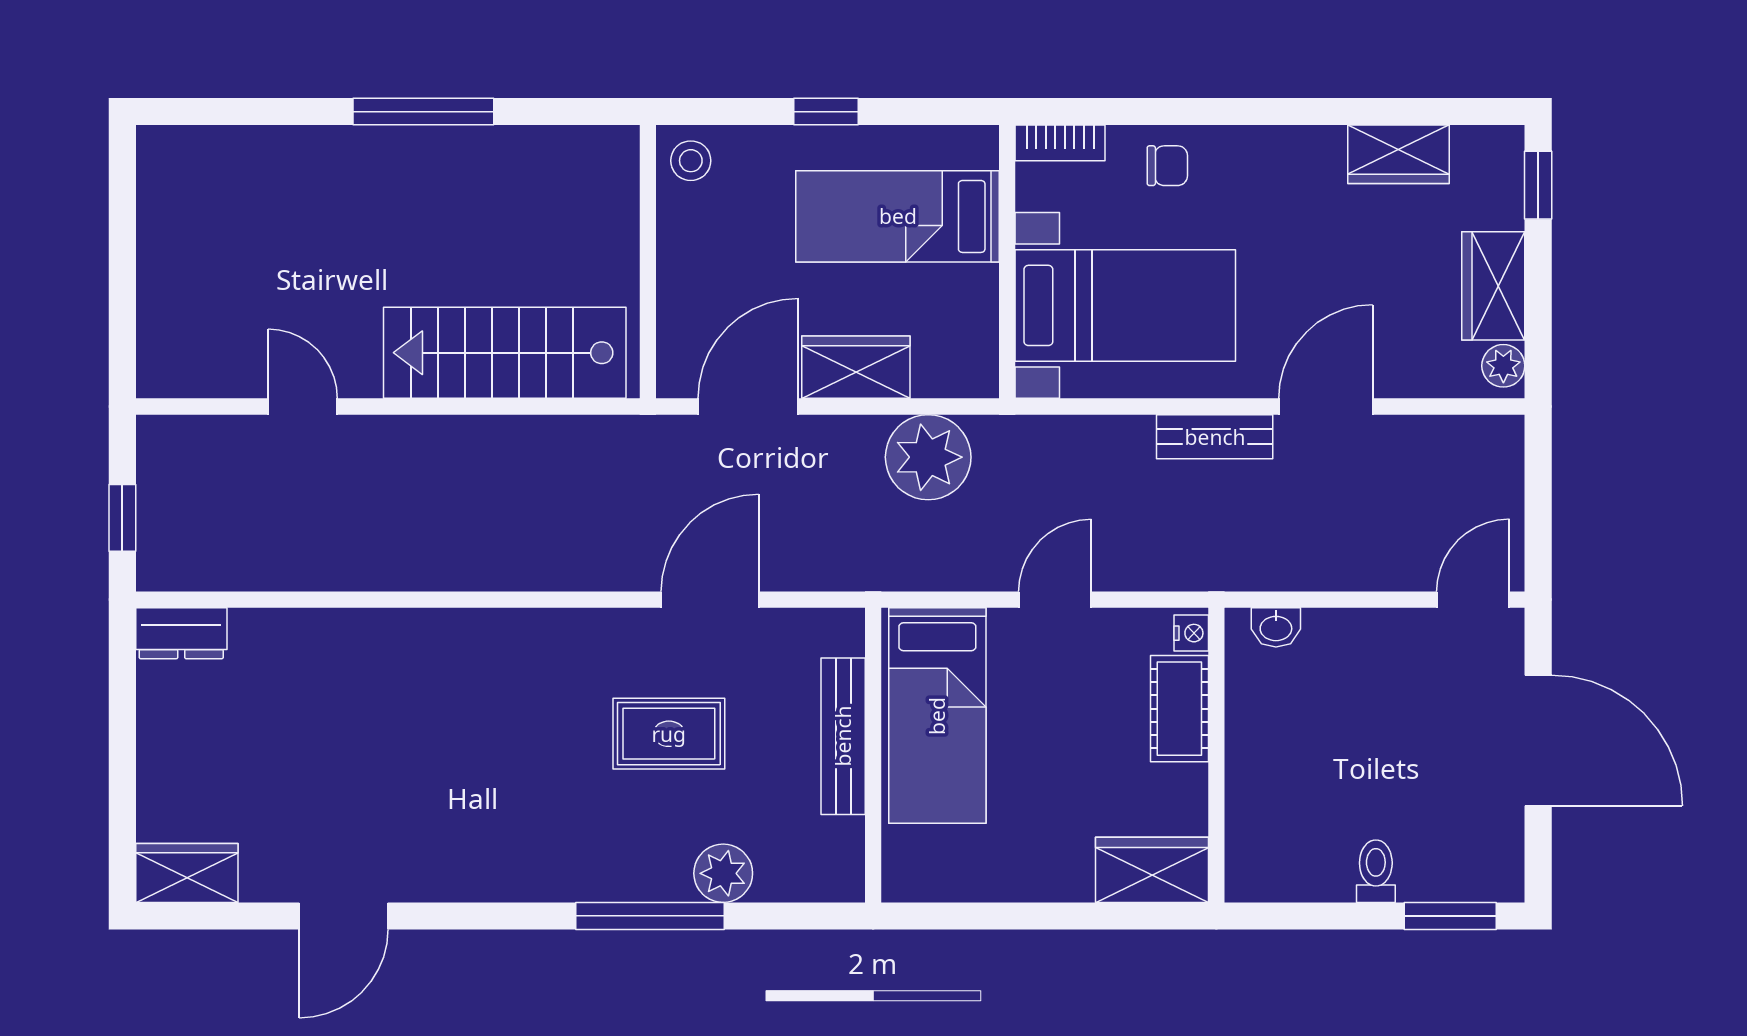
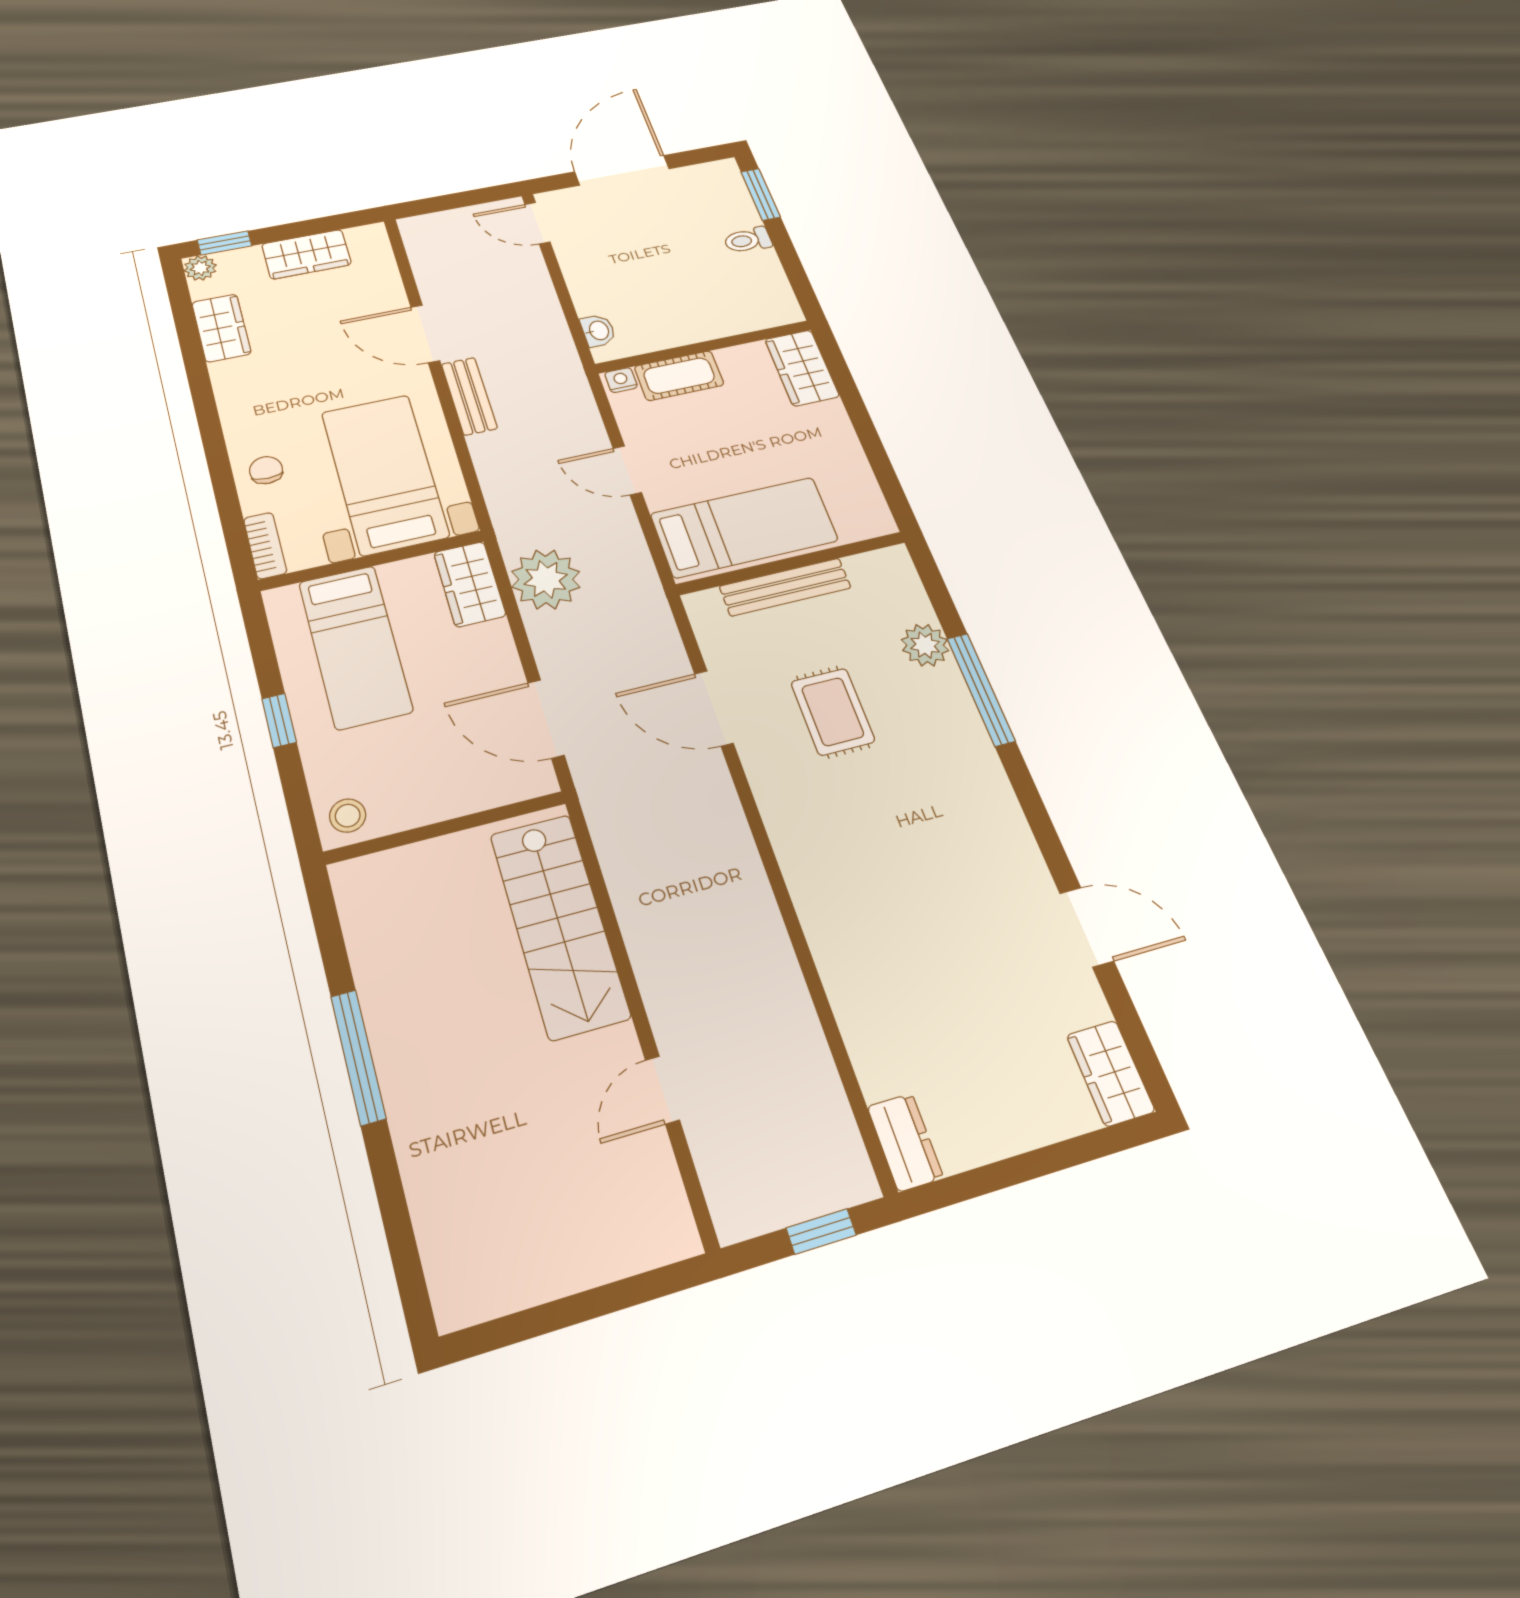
plant: (1503, 366) -> (200, 268), moved
wardrobe: (856, 367) -> (470, 584), moved

